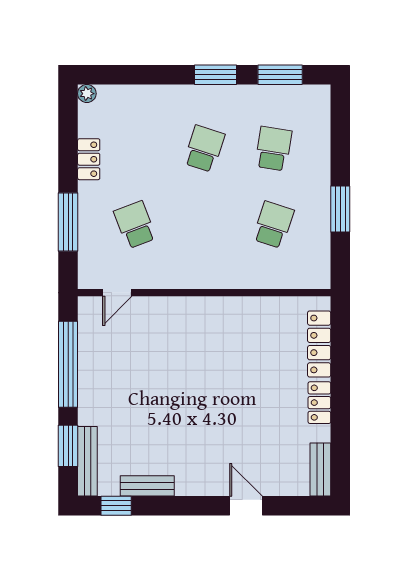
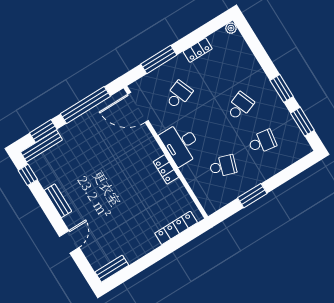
school desk: (204, 149) -> (240, 106), turned -39
desk: (205, 264) -> (181, 144), added
door: (117, 293) -> (138, 107), width x1.88
locker: (319, 403) -> (166, 169), moved, turned -90
bench: (147, 486) -> (58, 201), moved

